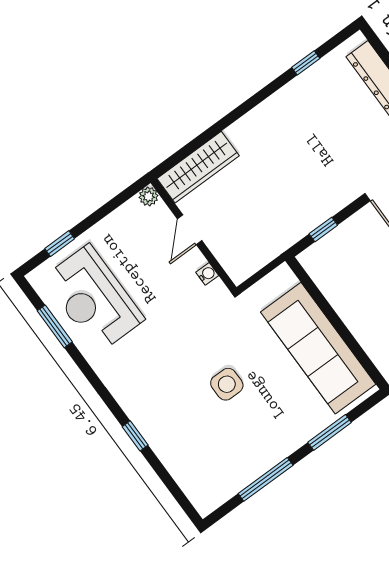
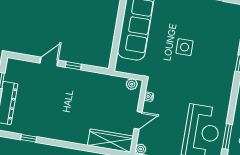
window: (323, 230) -> (73, 66), moved
plant: (245, 267) -> (132, 84), added

